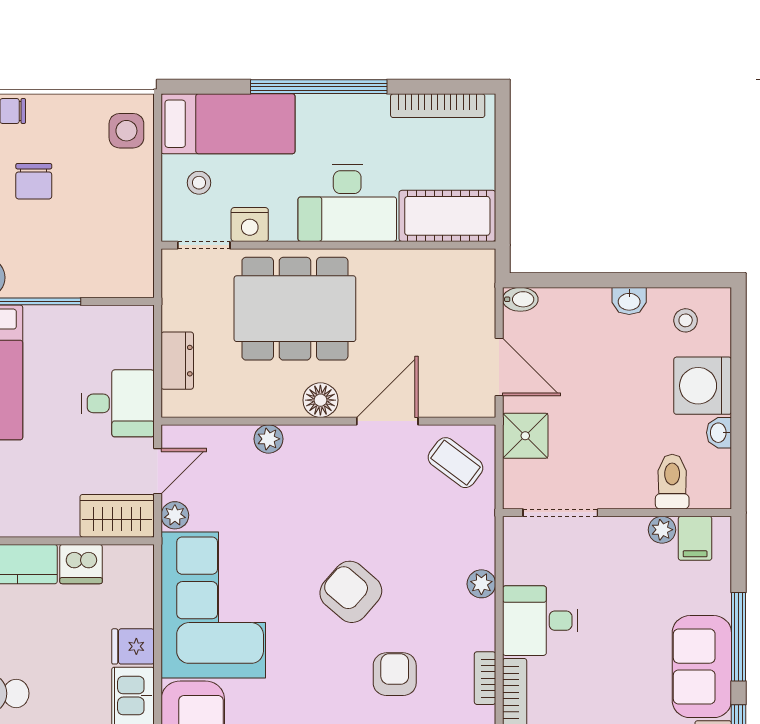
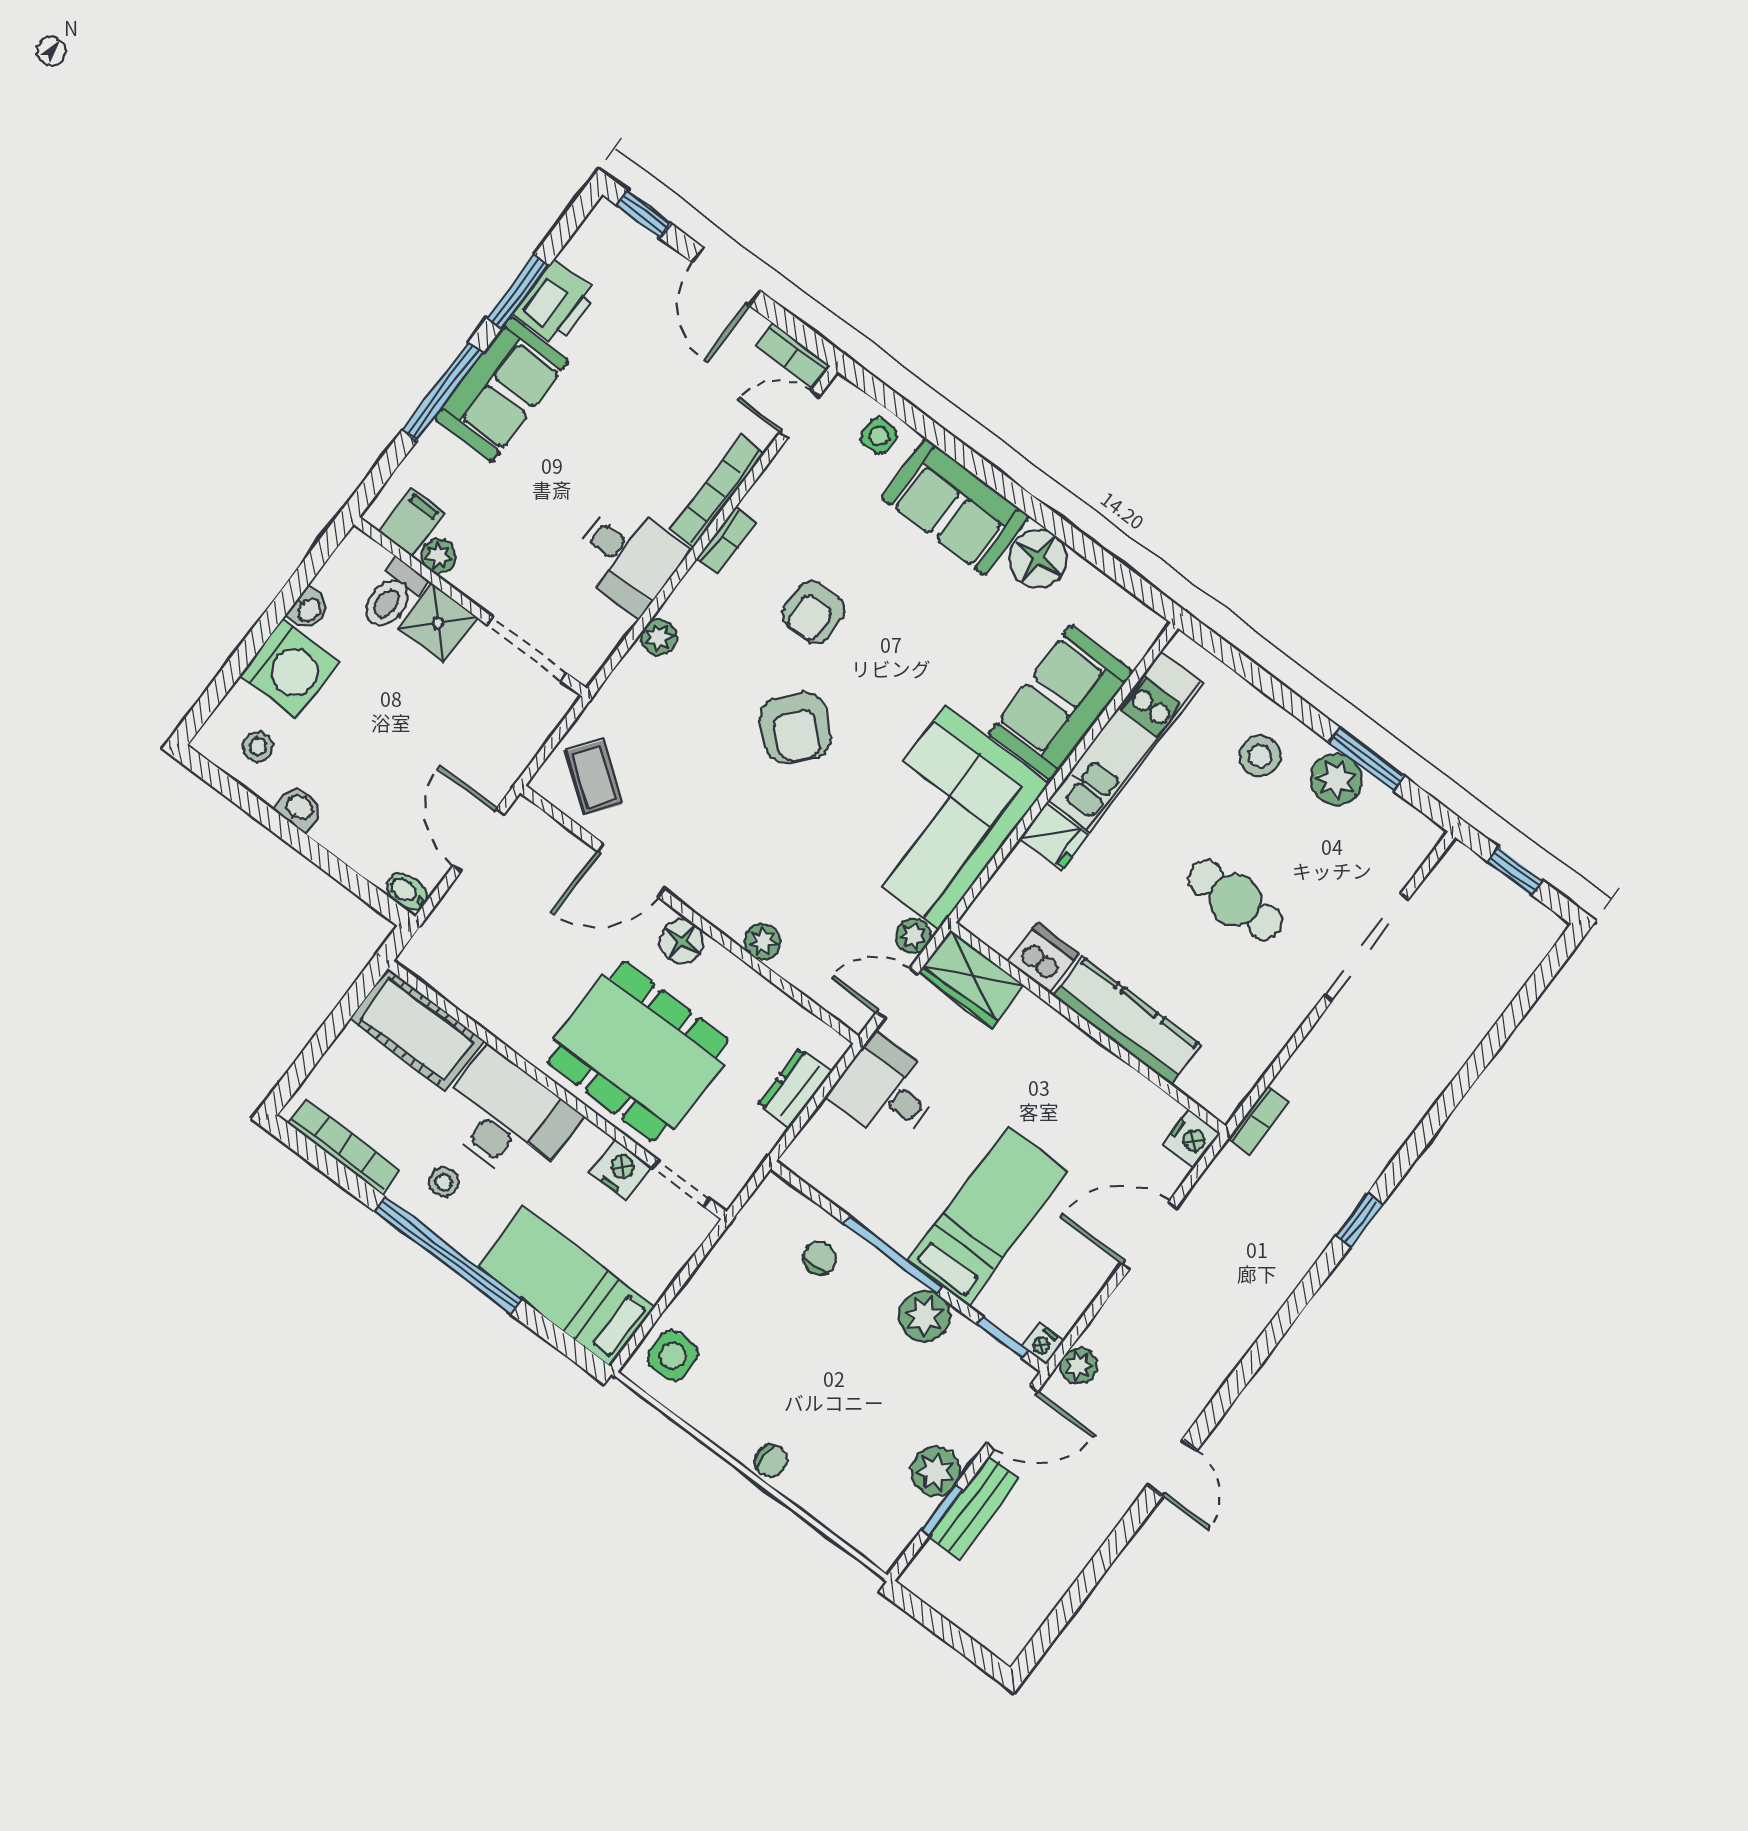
chair: (34, 181) -> (820, 1258), moved, width x0.73, depth x0.73
stool: (199, 183) -> (444, 1182), moved
shower: (525, 436) -> (438, 623), moved

